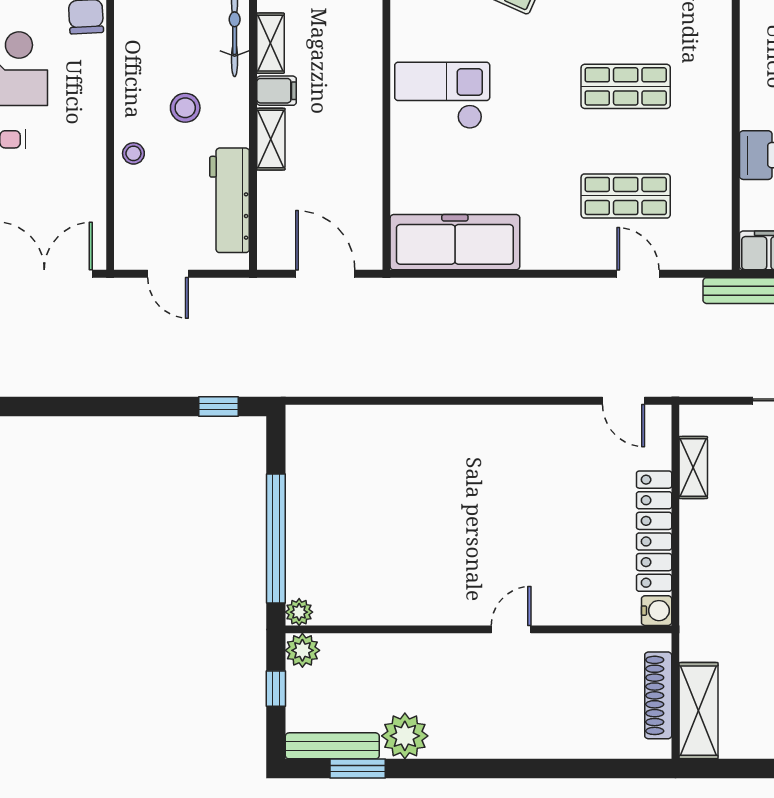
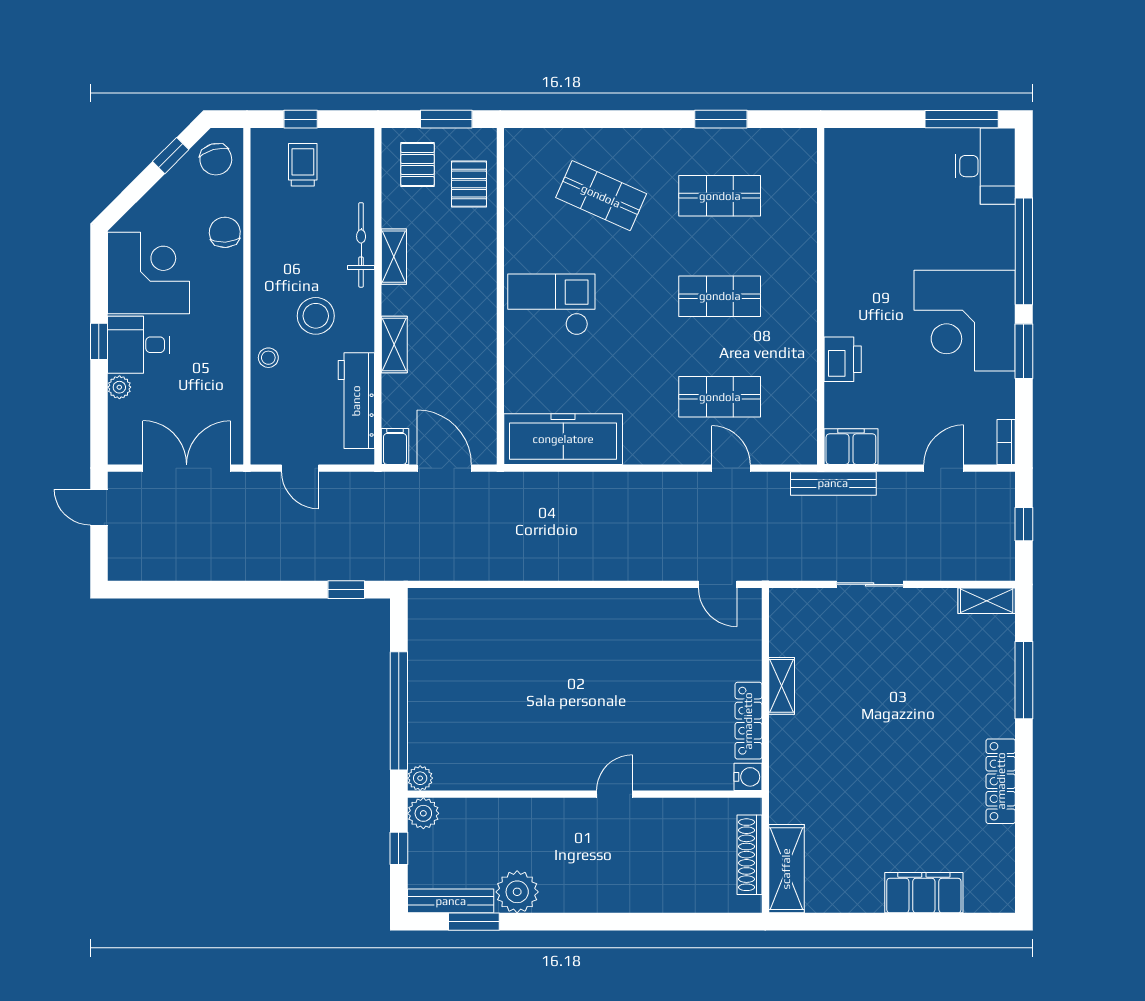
filing cabinet: (277, 91) -> (395, 446), moved, turned -90
stool: (185, 108) -> (316, 316), width x1.38, depth x1.38
shelving: (693, 467) -> (782, 686), moved
locker: (654, 531) -> (748, 721), width x0.71, depth x0.83

